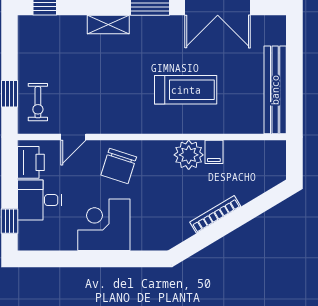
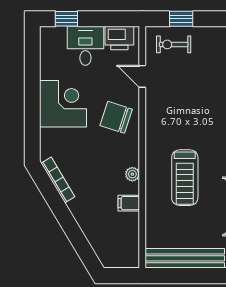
plant: (189, 155) -> (132, 174), width x0.53, depth x0.53
bookcase: (215, 214) -> (58, 180), moved

